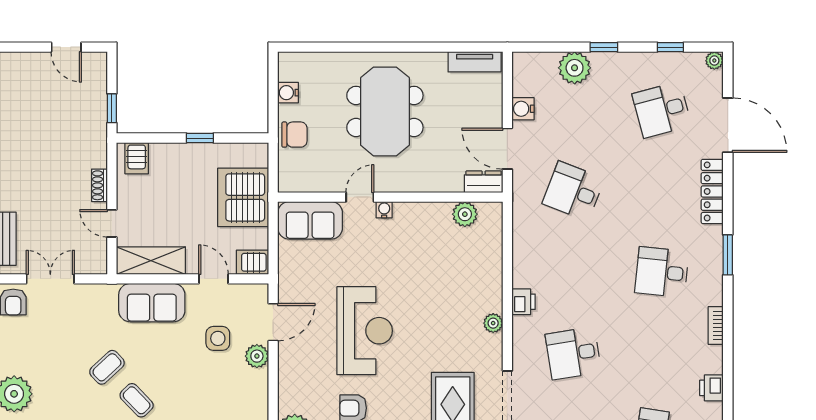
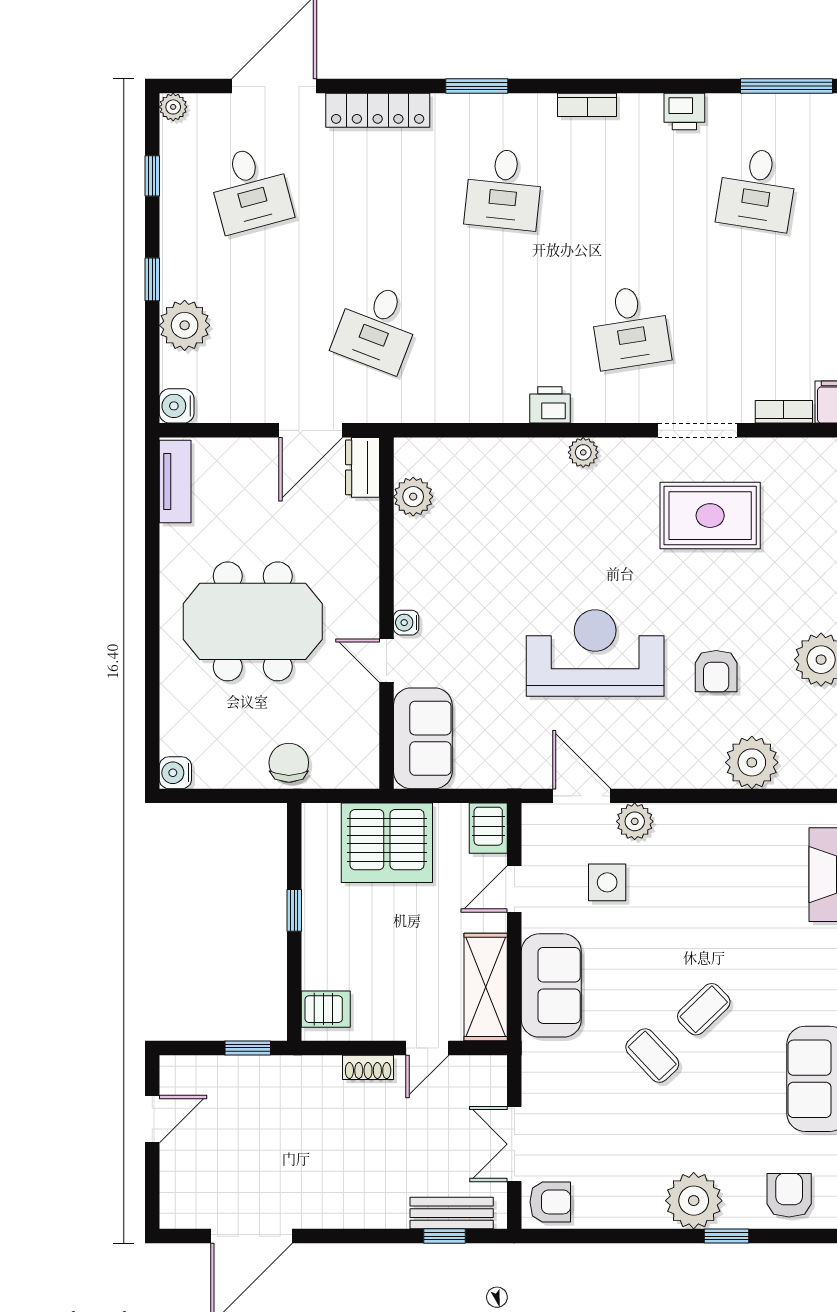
water cooler: (288, 93) -> (175, 773), moved, turned 90
water cooler: (523, 109) -> (177, 406), moved, turned 90

